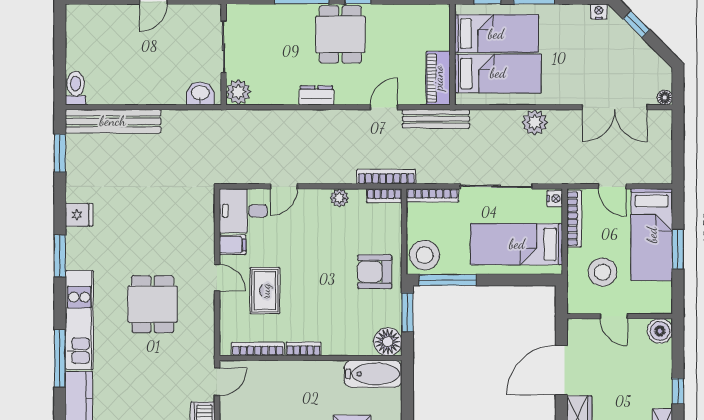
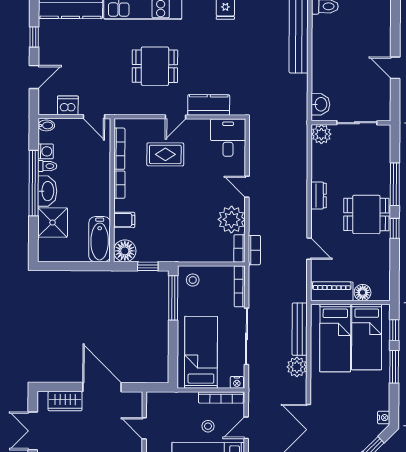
floor lamp: (440, 39) -> (363, 293), added
bench: (436, 119) -> (300, 329), moved
bookcase: (386, 177) -> (254, 250), width x0.64
door: (284, 186) -> (247, 187), moved
plant: (339, 198) -> (232, 220), width x1.88, depth x1.88
kitchen counter: (202, 236) -> (209, 105), added
filing cabinet: (233, 245) -> (124, 220), moved, turned -90
stool: (425, 255) -> (193, 280), width x0.53, depth x0.53
armchair: (375, 272) -> (180, 241), removed
stool: (603, 272) -> (208, 426), moved, width x0.53, depth x0.53
window: (407, 312) -> (148, 266), width x0.67
door: (614, 316) -> (144, 428), hinge flipped

